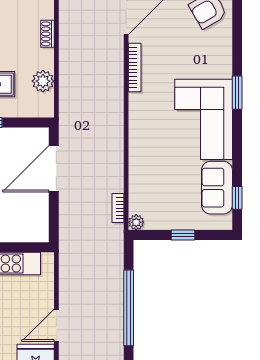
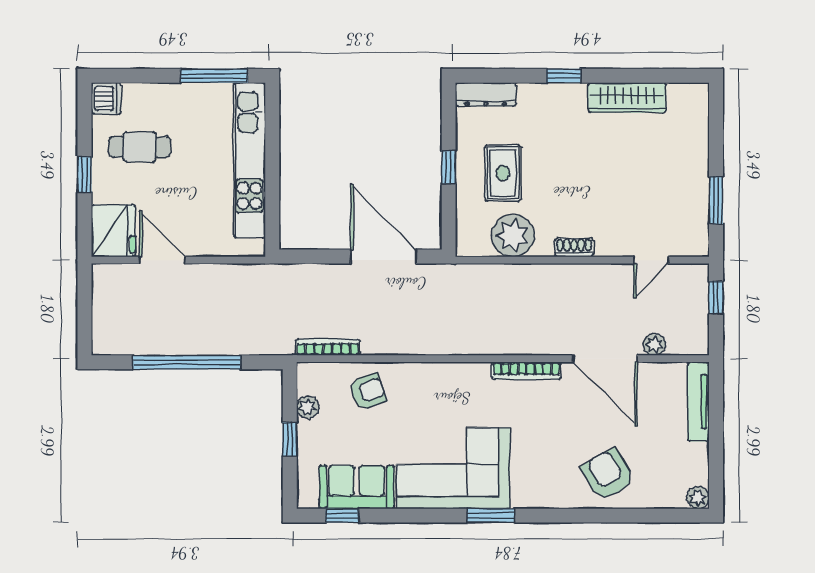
plant: (43, 81) -> (513, 236), width x1.36, depth x1.36
armchair: (149, 180) -> (368, 391), added
bookcase: (118, 208) -> (328, 347), width x1.56
plant: (136, 222) -> (308, 407), moved

